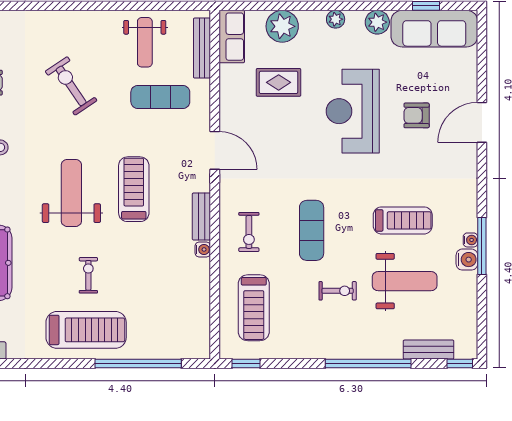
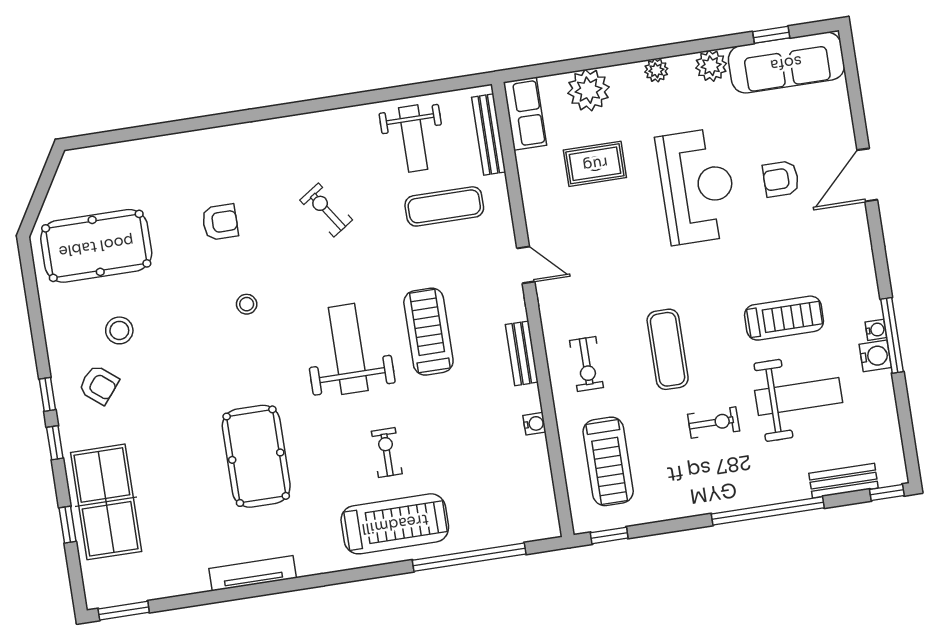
exercise bike: (71, 86) -> (326, 210), width x0.73, depth x0.72
reception desk: (353, 111) -> (697, 186), turned 180
door: (215, 150) -> (526, 265), width x0.73
water cooler: (203, 249) -> (534, 424), moved

